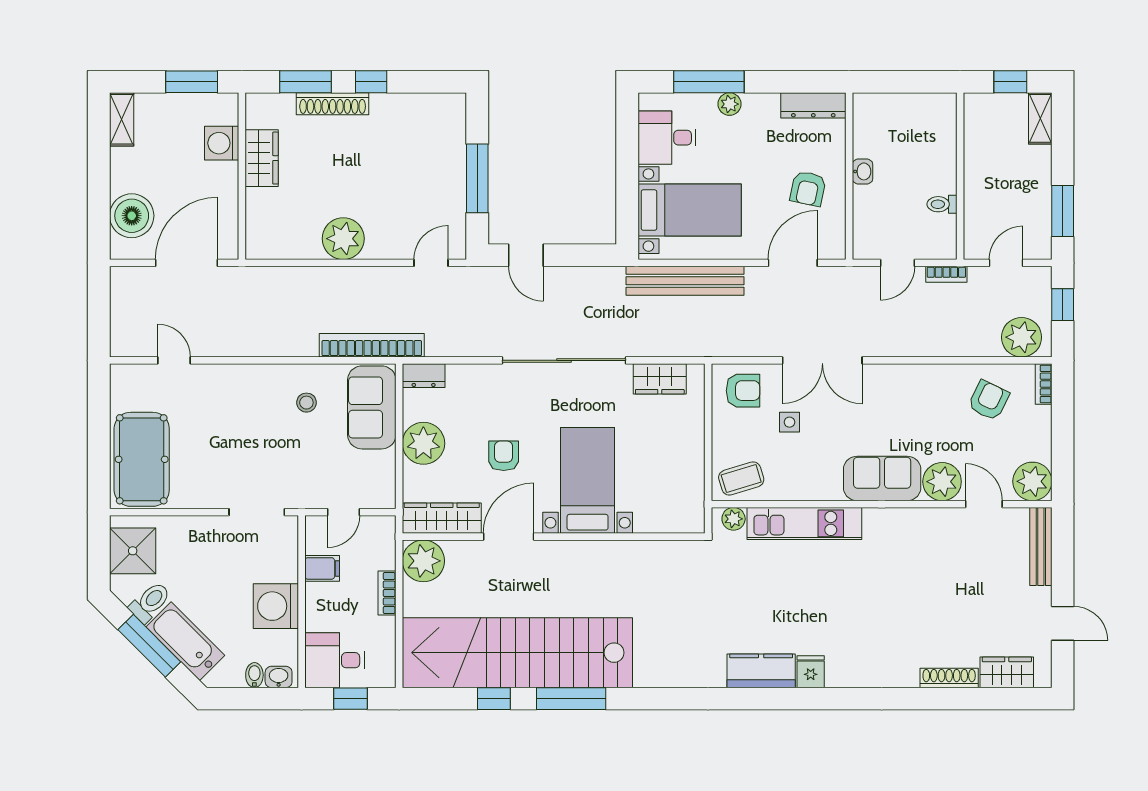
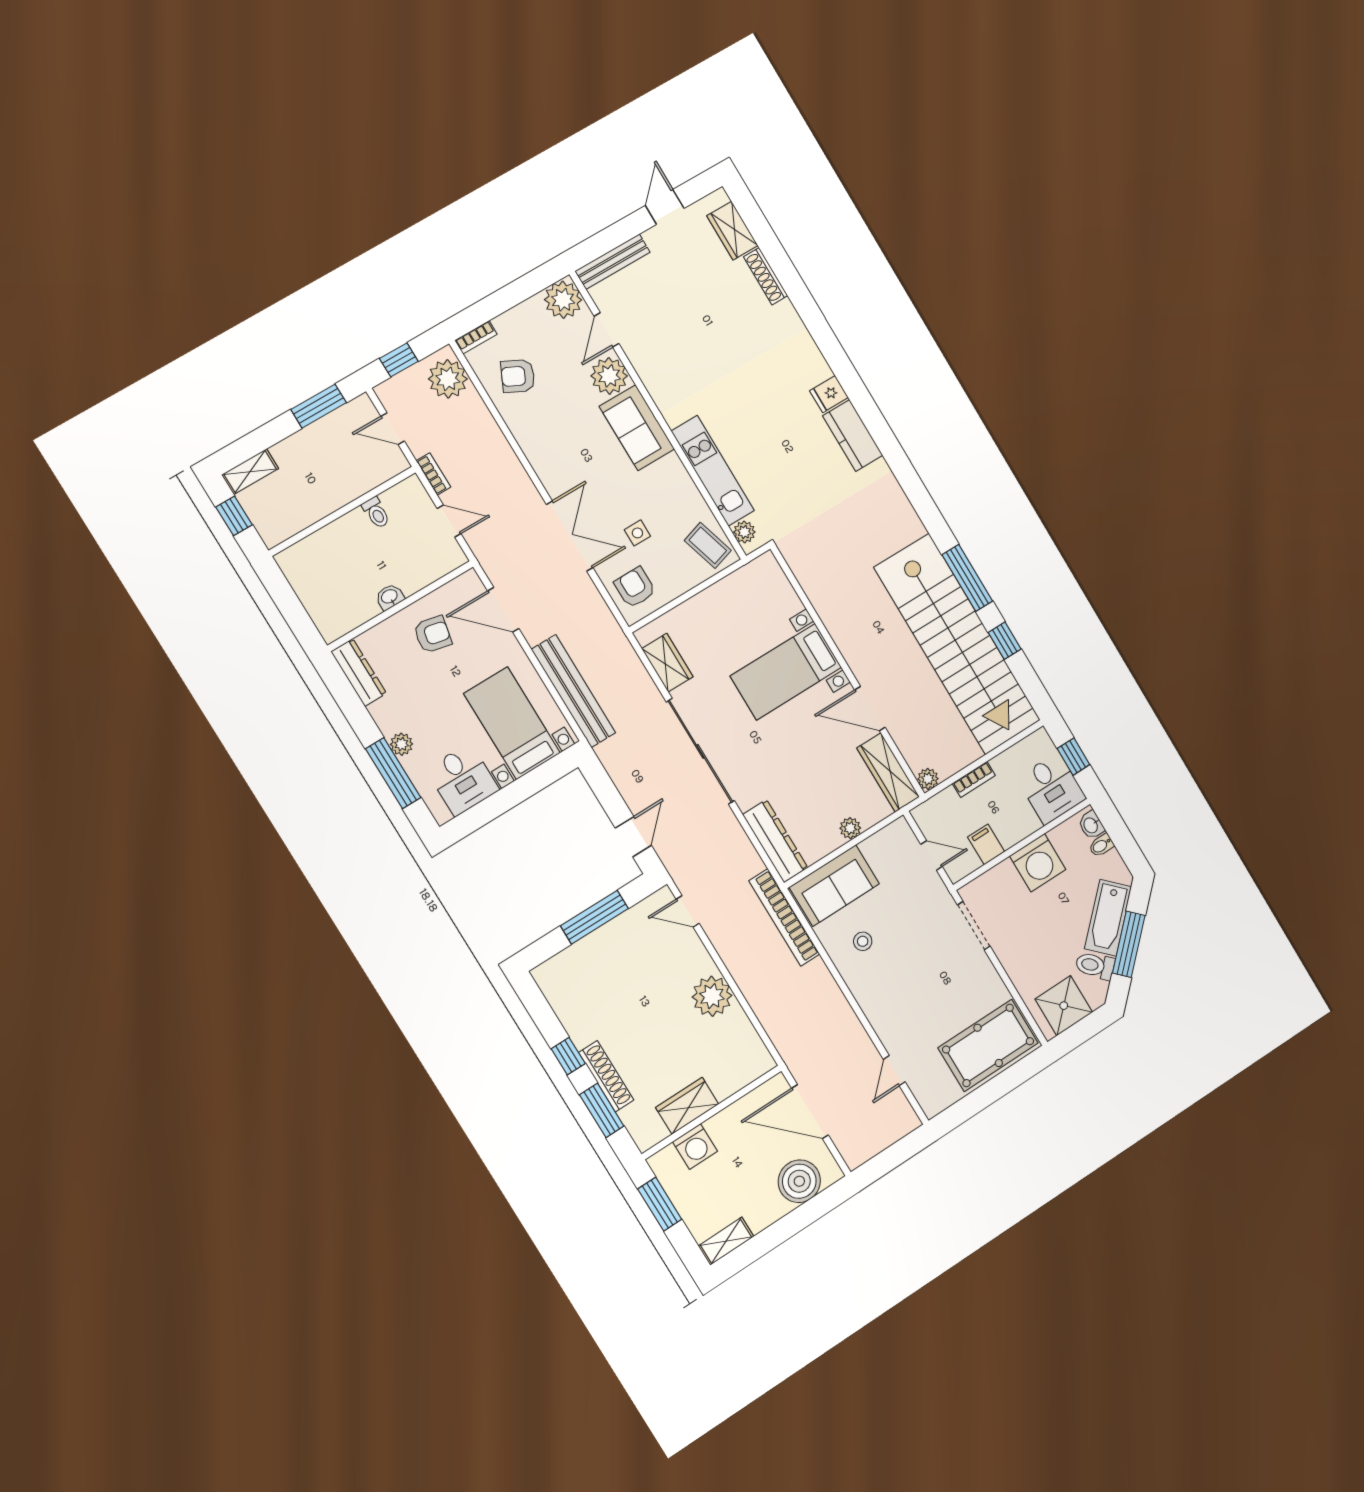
dresser: (424, 376) -> (775, 841), width x1.96, depth x1.24
plant: (423, 443) -> (850, 828), width x0.53, depth x0.53
armchair: (504, 456) -> (808, 753), removed
plant: (423, 561) -> (928, 779), width x0.53, depth x0.53

